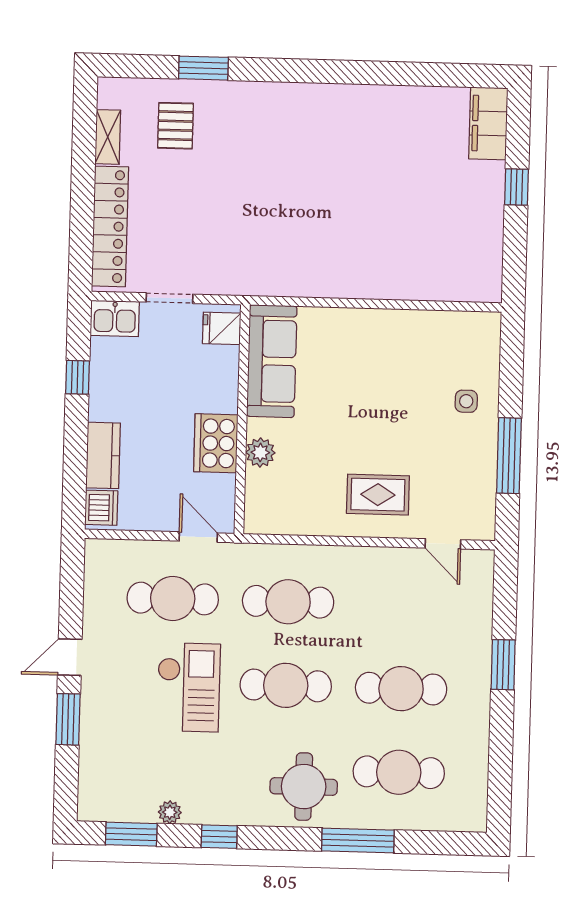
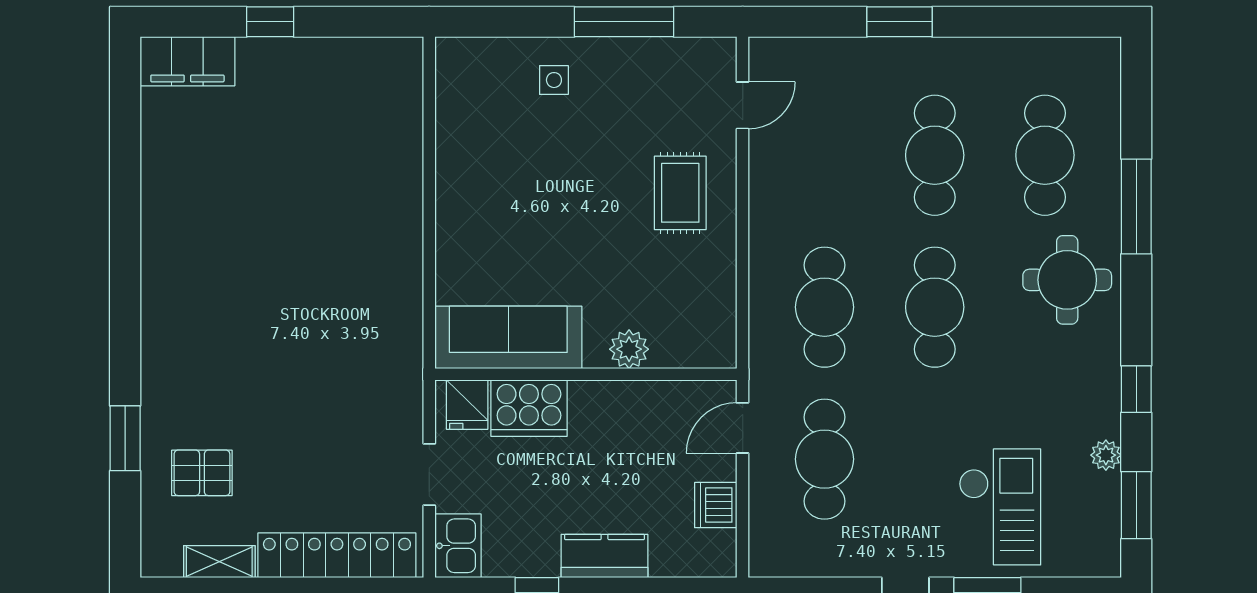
cooker: (216, 443) -> (529, 408), moved
kitchen counter: (103, 455) -> (605, 556), moved
dishwasher: (101, 508) -> (716, 505), moved, turned -90
checkout: (188, 687) -> (1000, 507), moved, turned 90

